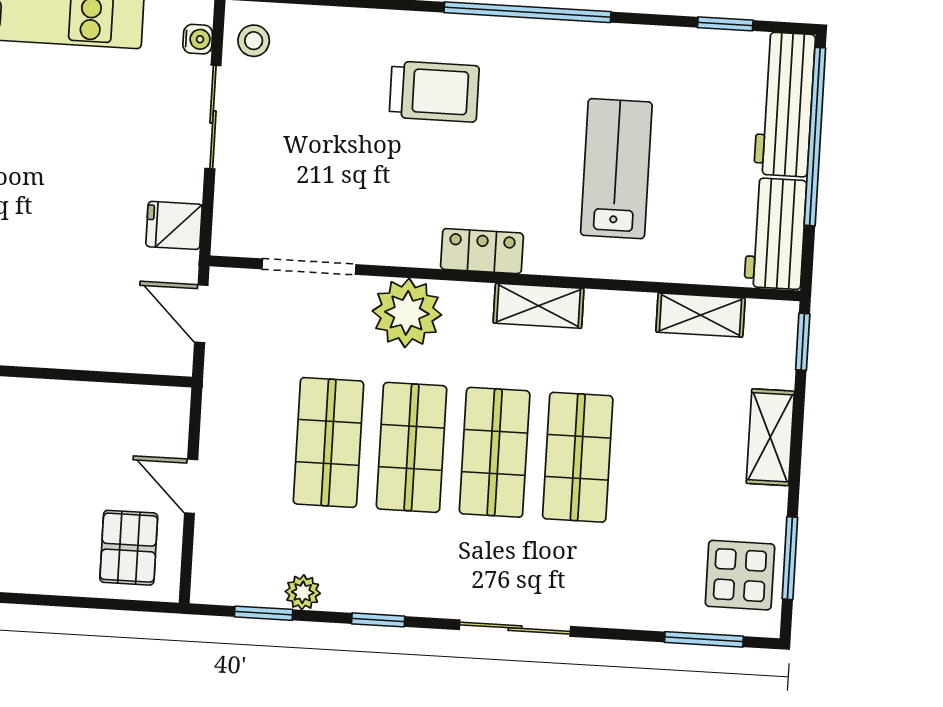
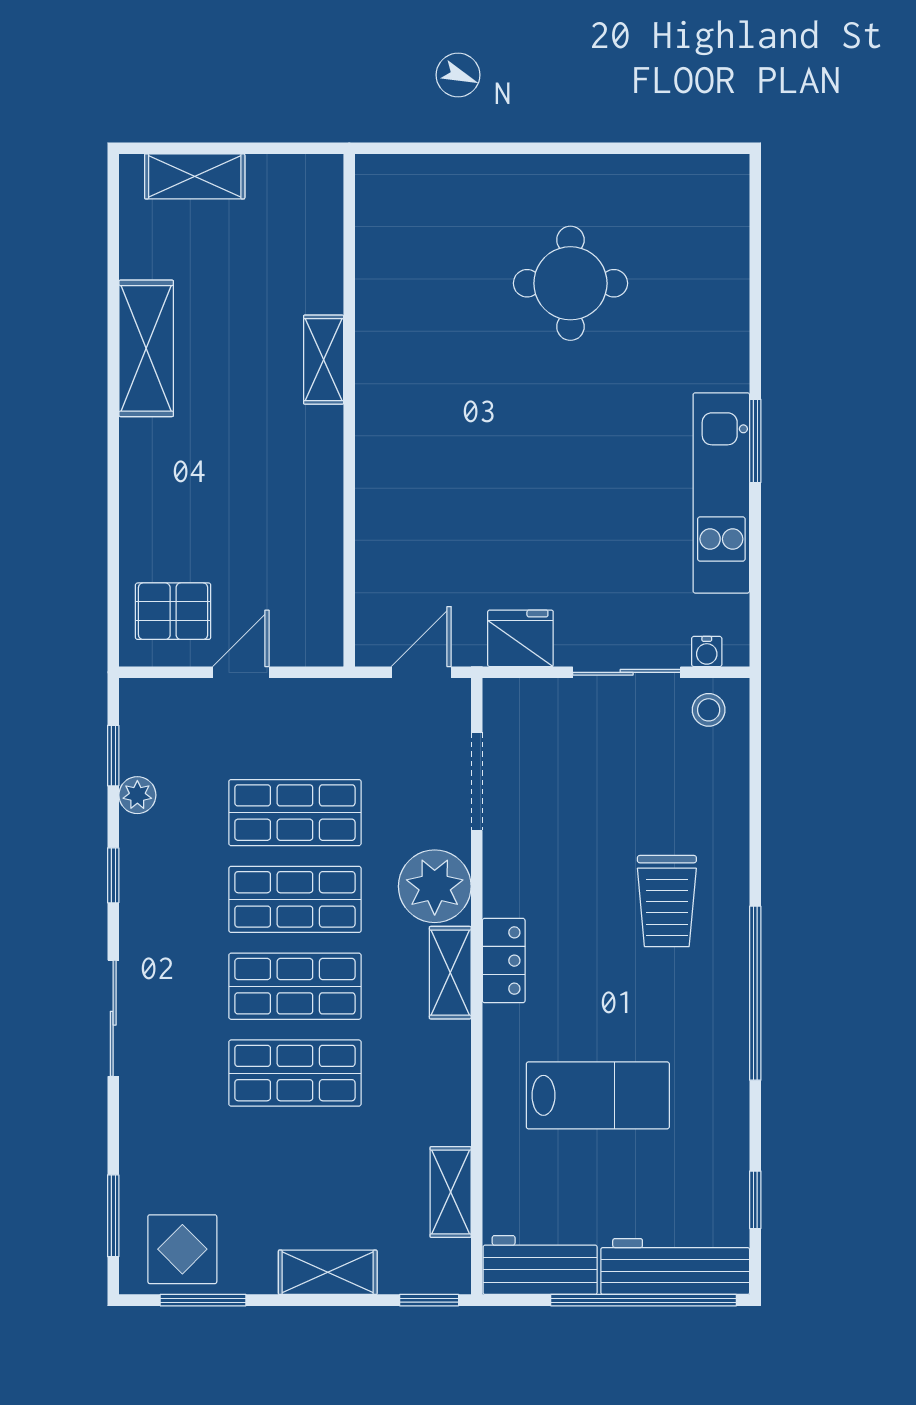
fridge: (174, 225) -> (520, 638), width x1.38
shelving: (539, 306) -> (450, 973), moved

